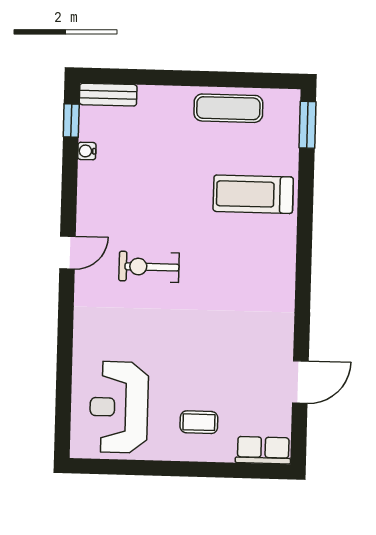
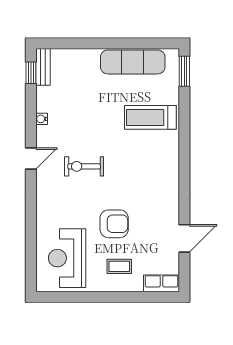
bench: (108, 95) -> (43, 67), moved, turned 90
exercise mat: (228, 108) -> (133, 62), width x1.36, depth x1.45
water cooler: (87, 151) -> (42, 119), moved
armchair: (193, 356) -> (114, 224), added

